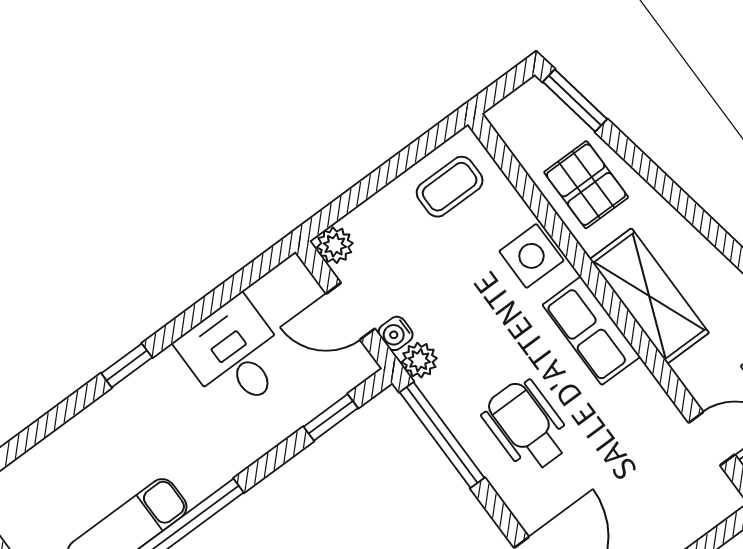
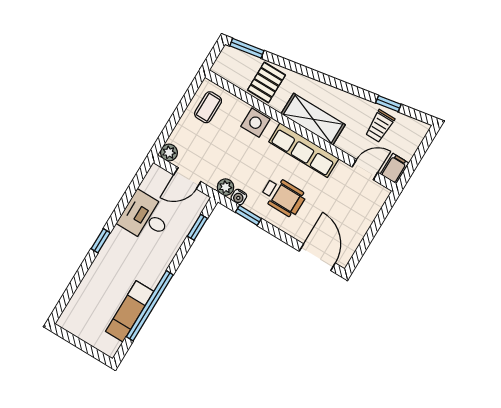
pallet: (586, 185) -> (266, 82), turned 90
row of seats: (591, 331) -> (304, 150), width x1.48
water cooler: (396, 333) -> (239, 197), moved
wheelchair: (527, 426) -> (283, 197), turned 180
window: (442, 435) -> (248, 215), width x0.46

